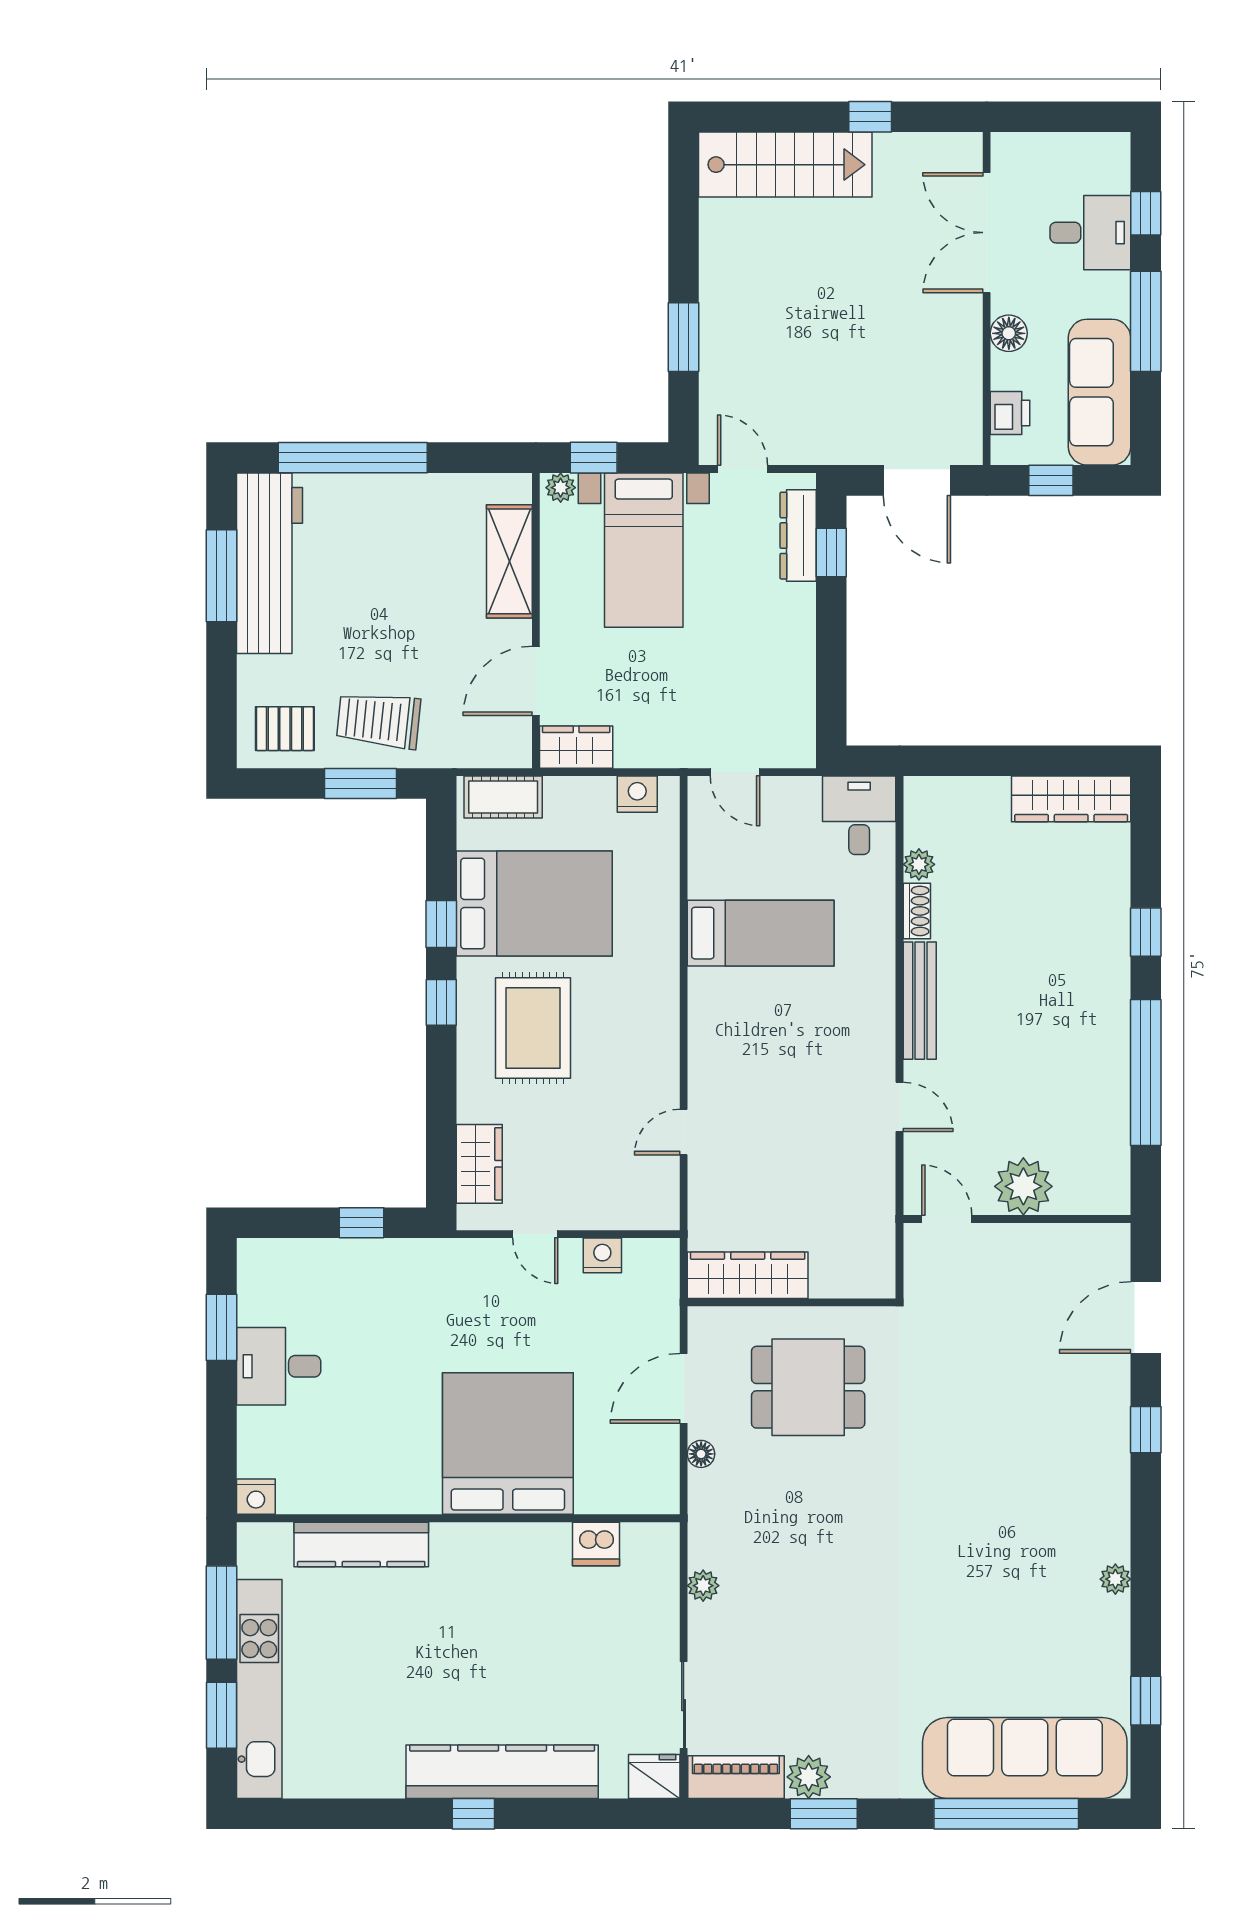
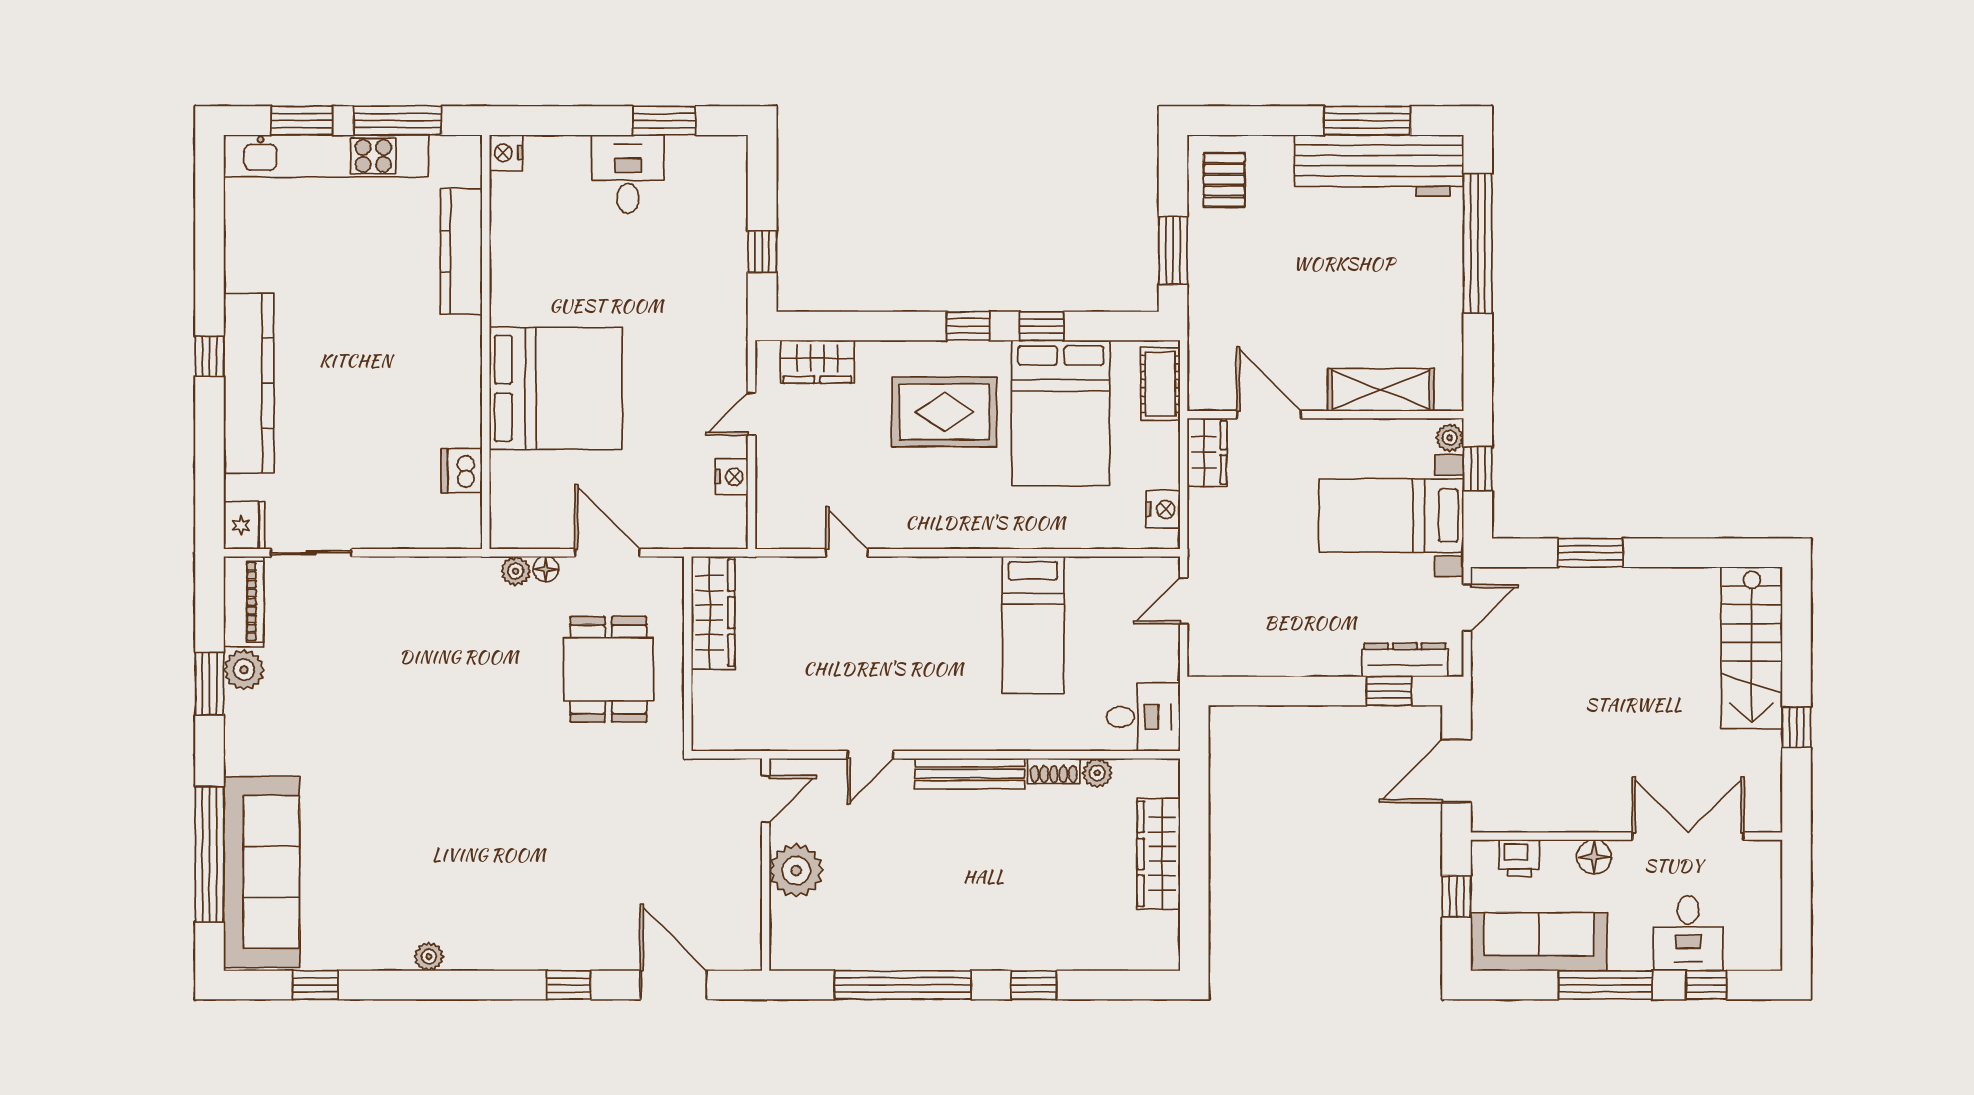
trolley: (379, 720) -> (1232, 268), removed
wardrobe: (1071, 799) -> (1159, 854), moved
plant: (703, 1586) -> (516, 571), moved

